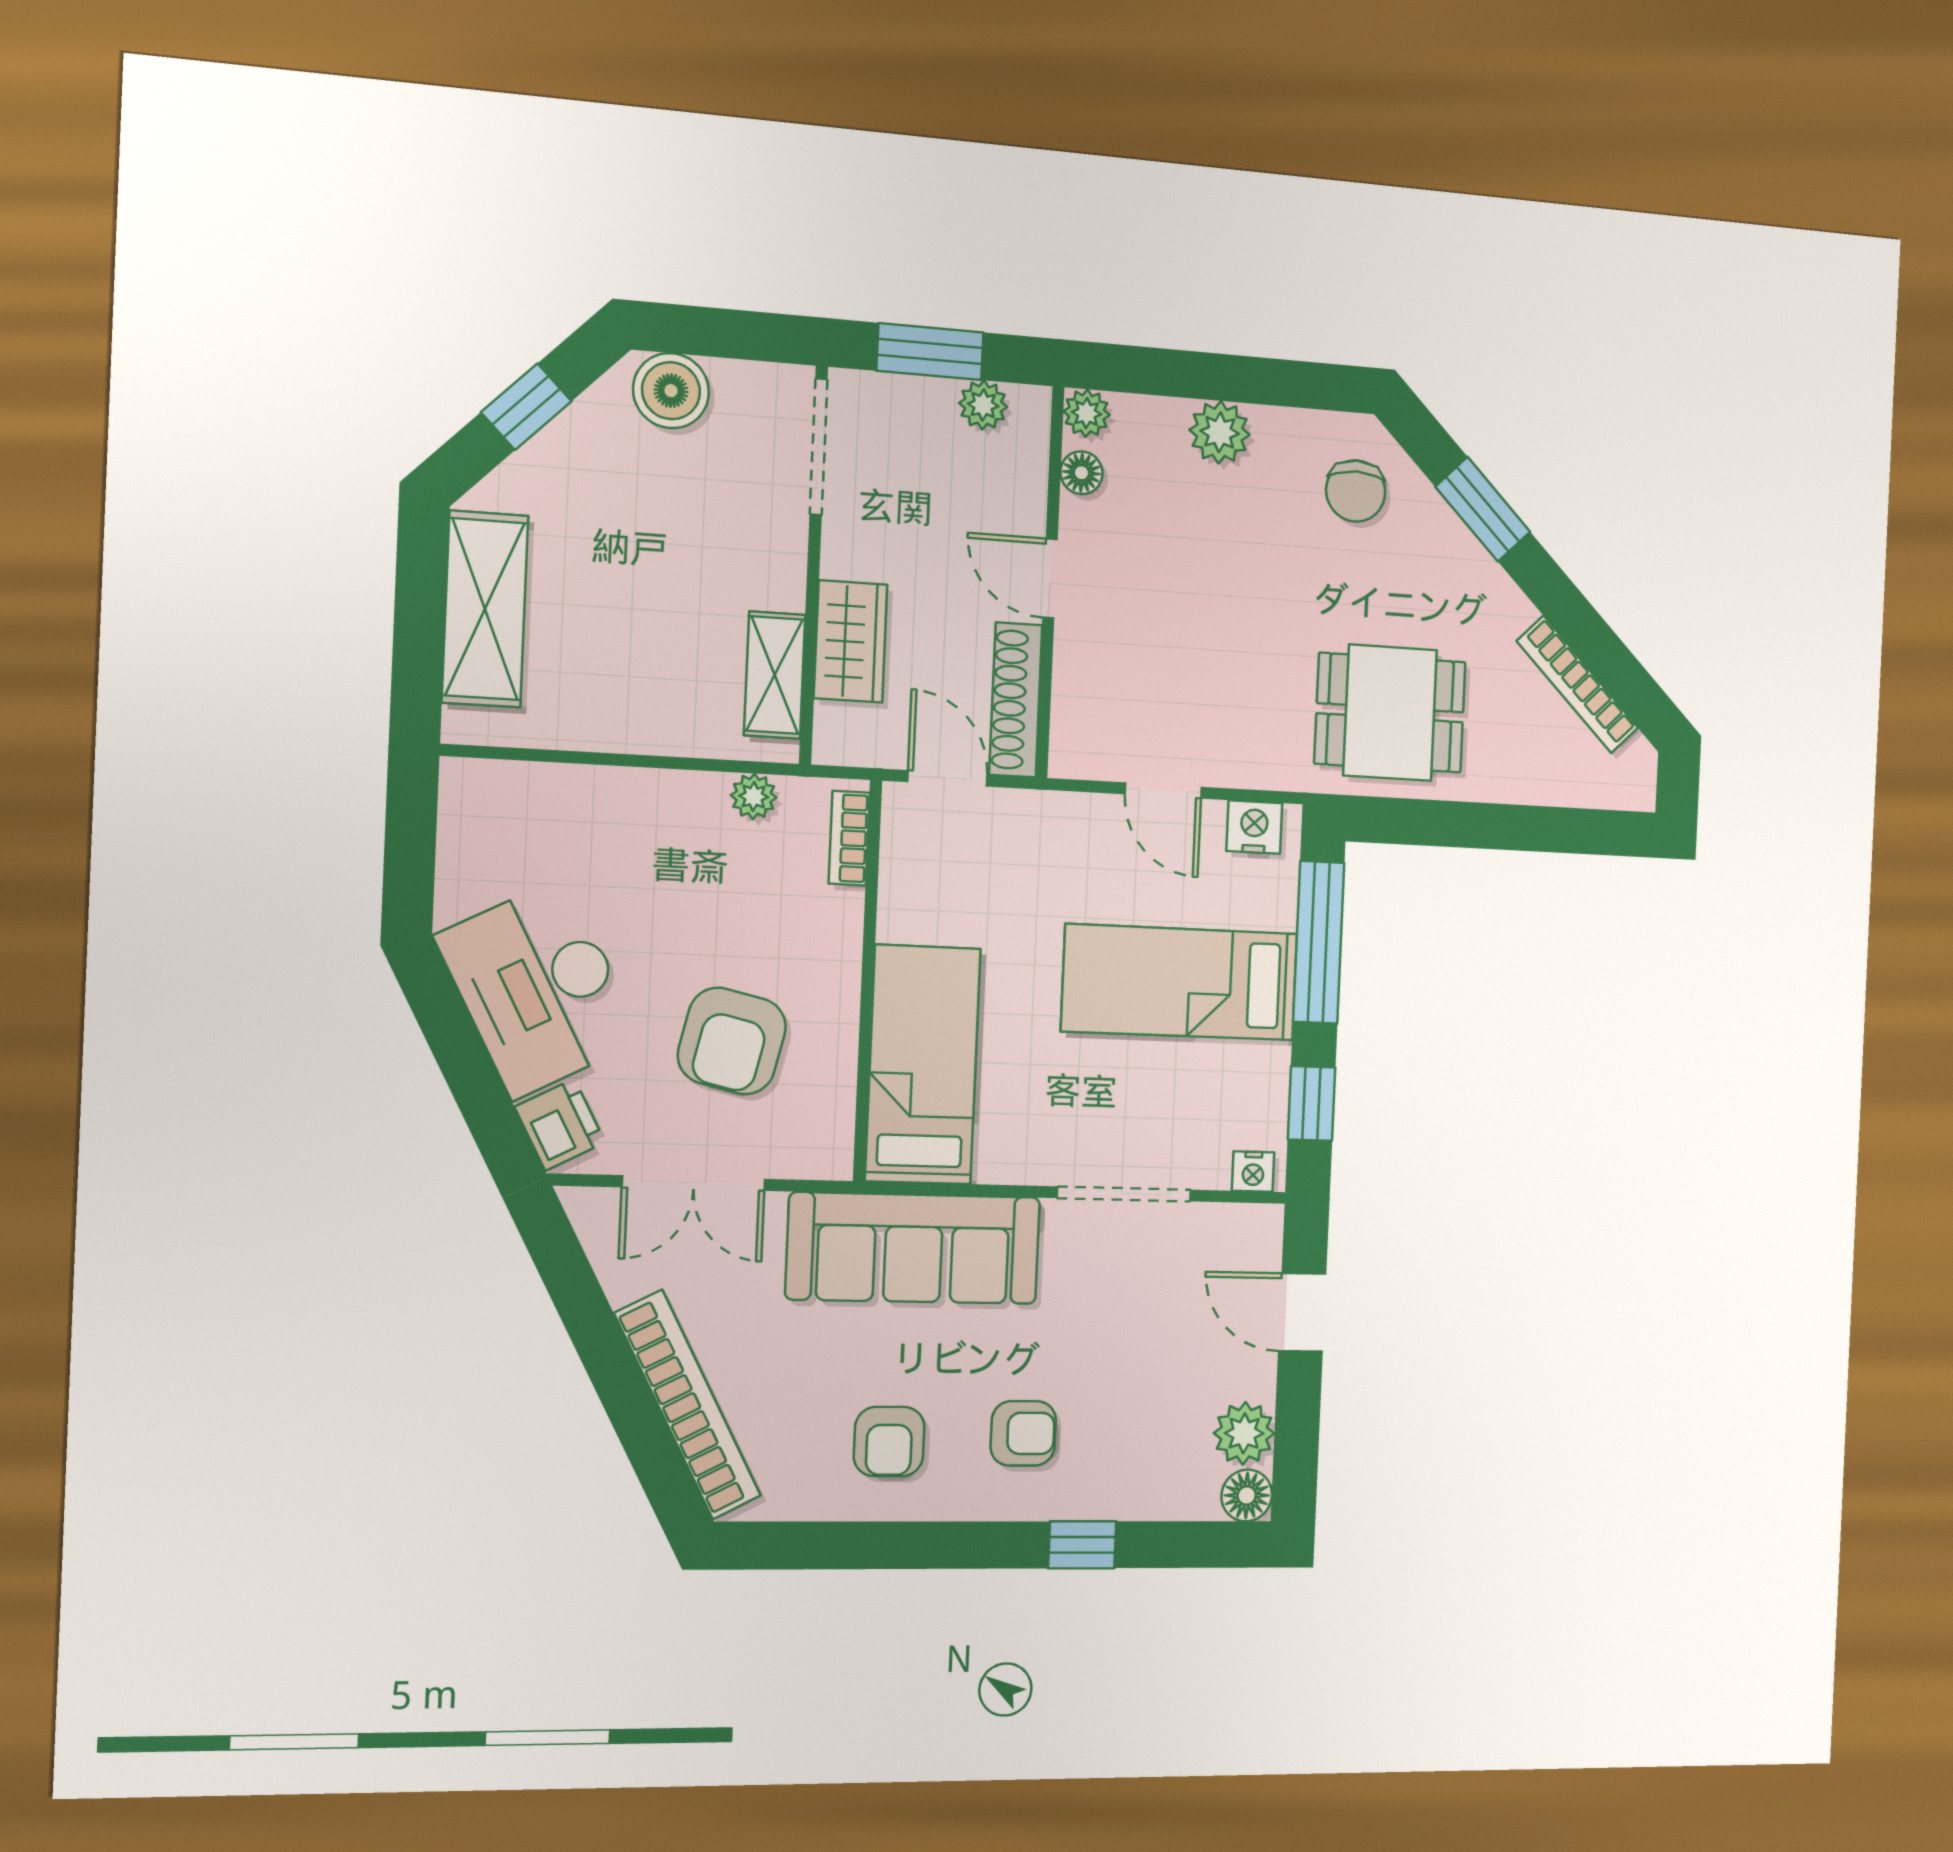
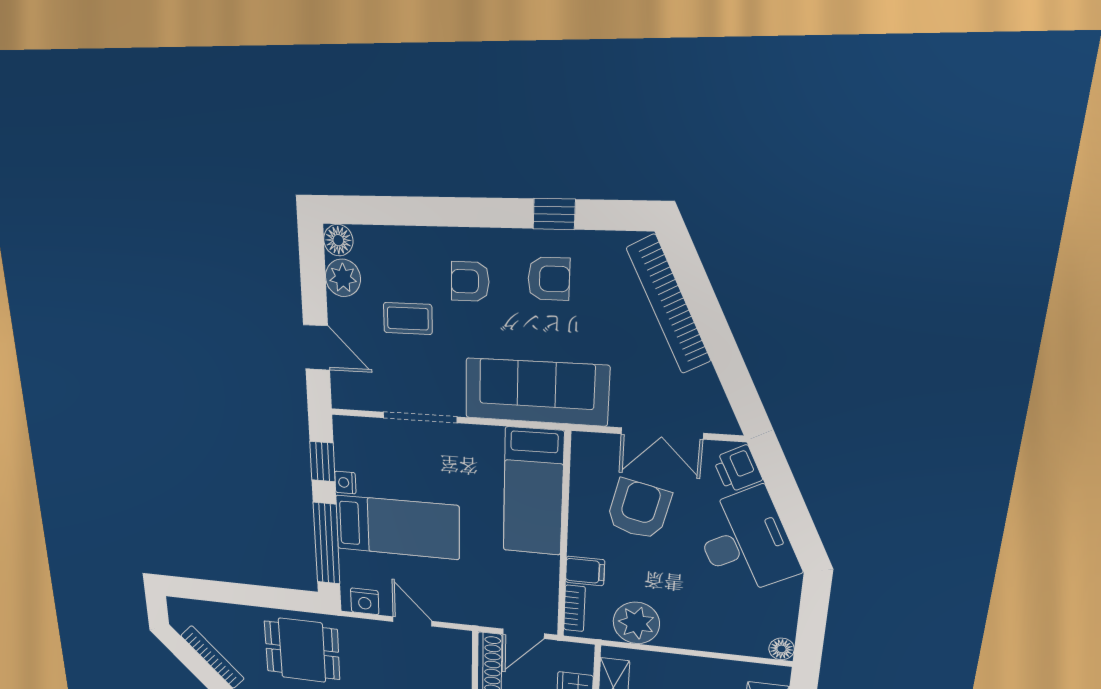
door: (947, 778) -> (523, 634), hinge flipped
floor lamp: (462, 780) -> (782, 649), added
plant: (754, 796) -> (636, 623), width x1.87, depth x1.87
filing cabinet: (829, 915) -> (585, 571), added
nightstand: (1253, 1172) -> (345, 483), moved, turned -90
double door: (694, 1183) -> (662, 433), swing flipped
coffee table: (1135, 1368) -> (408, 319), added
armchair: (889, 1442) -> (549, 279), turned 90
window: (1082, 1545) -> (554, 214), moved

